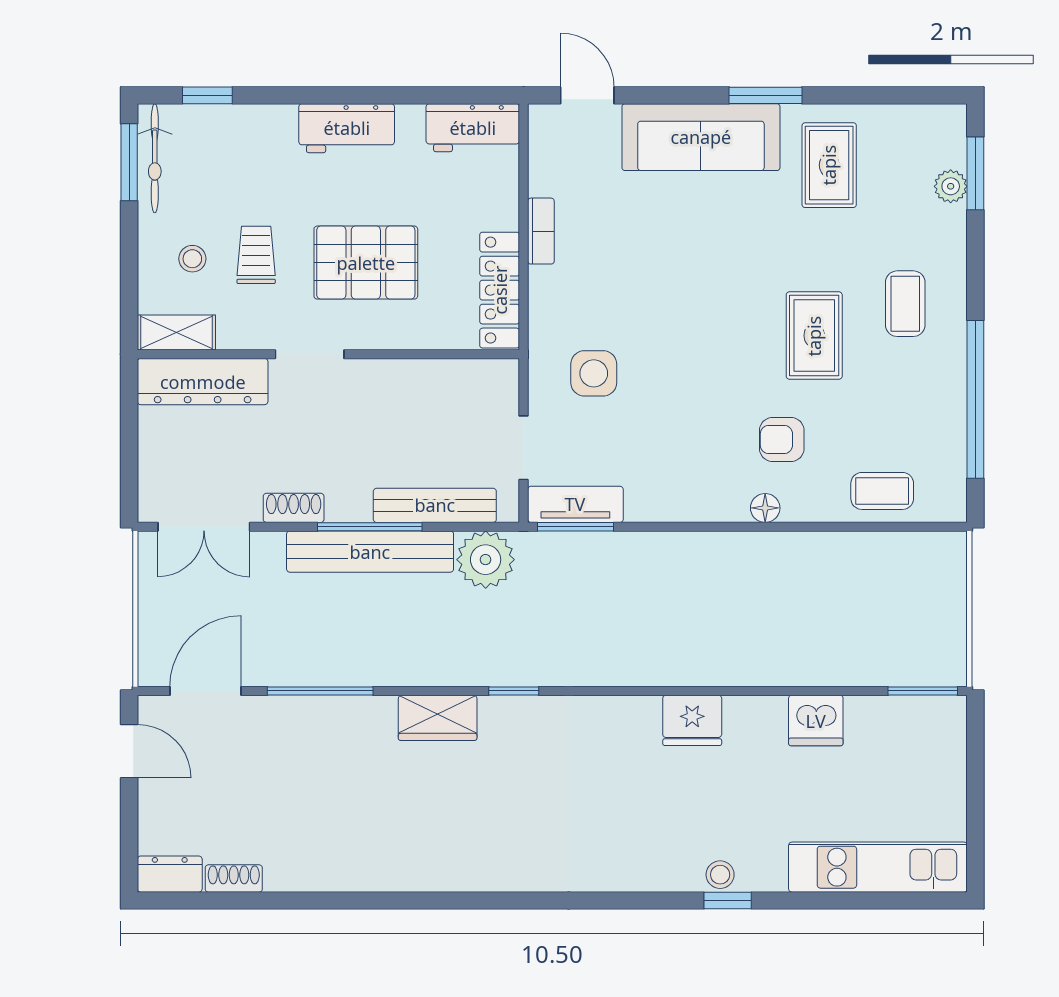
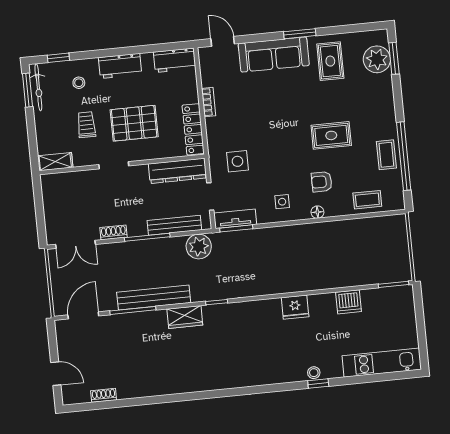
plant: (951, 186) -> (377, 59), width x1.88, depth x1.88
stool: (192, 259) -> (79, 83), moved
coffee table: (905, 304) -> (386, 155), moved
rug: (814, 336) -> (331, 135), turned 90
dresser: (203, 382) -> (178, 171), moved
side table: (687, 476) -> (282, 202), added
bench: (370, 552) -> (154, 298), moved
door: (129, 751) -> (56, 374), moved
dresser: (170, 874) -> (76, 396), removed

